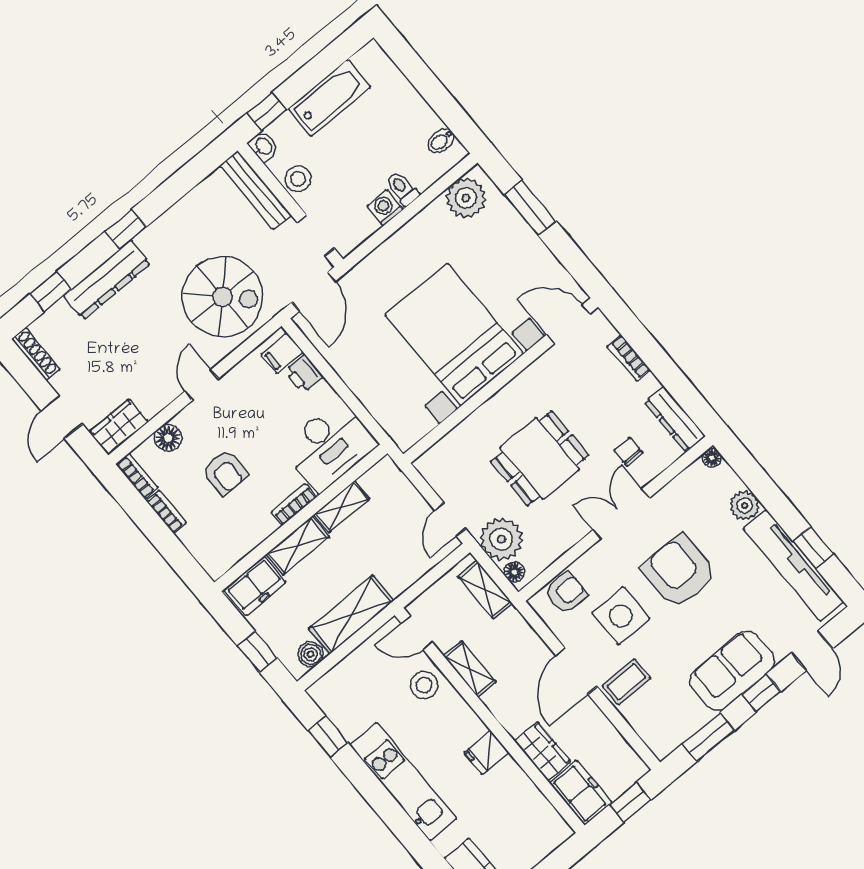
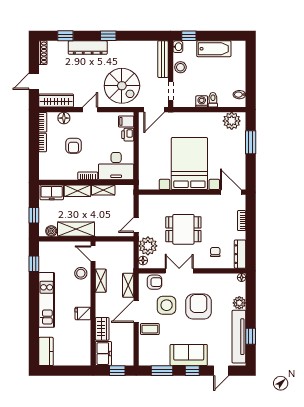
wardrobe: (119, 427) -> (56, 101), width x1.50
double door: (621, 514) -> (179, 271), moved
shelving: (485, 590) -> (128, 285), moved

